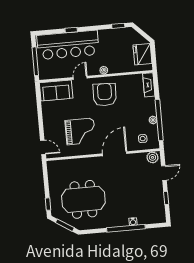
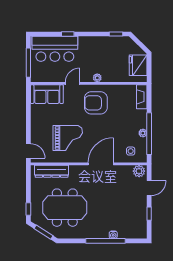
bar counter: (68, 45) -> (55, 49), width x0.73
armchair: (105, 95) -> (96, 103), turned -92
dresser: (67, 165) -> (52, 171), added

